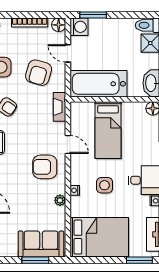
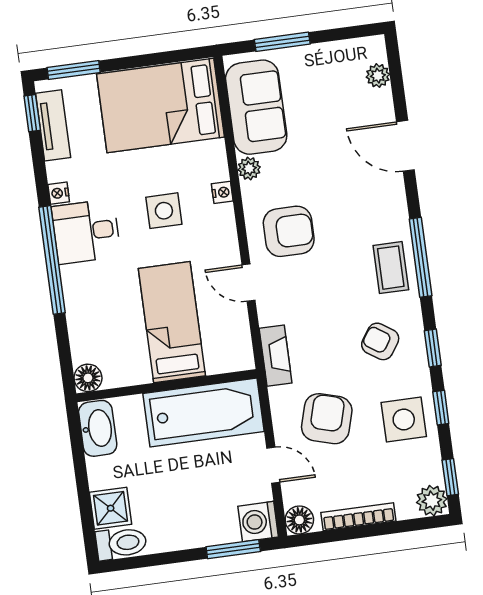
sofa: (41, 244) -> (256, 107), moved, turned -90

